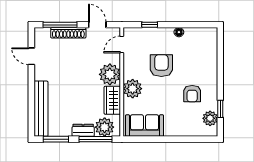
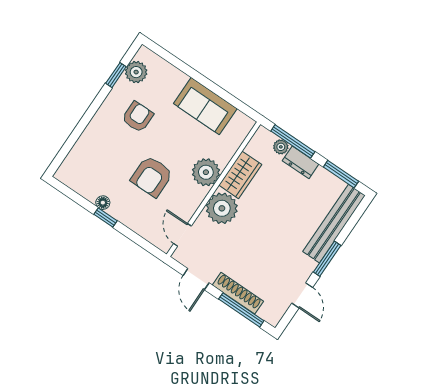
window: (150, 25) -> (106, 218), moved
door: (122, 44) -> (182, 235), swing flipped
window: (31, 86) -> (327, 259), added
sofa: (145, 126) -> (205, 106), moved
plant: (105, 127) -> (281, 147), width x0.53, depth x0.53

